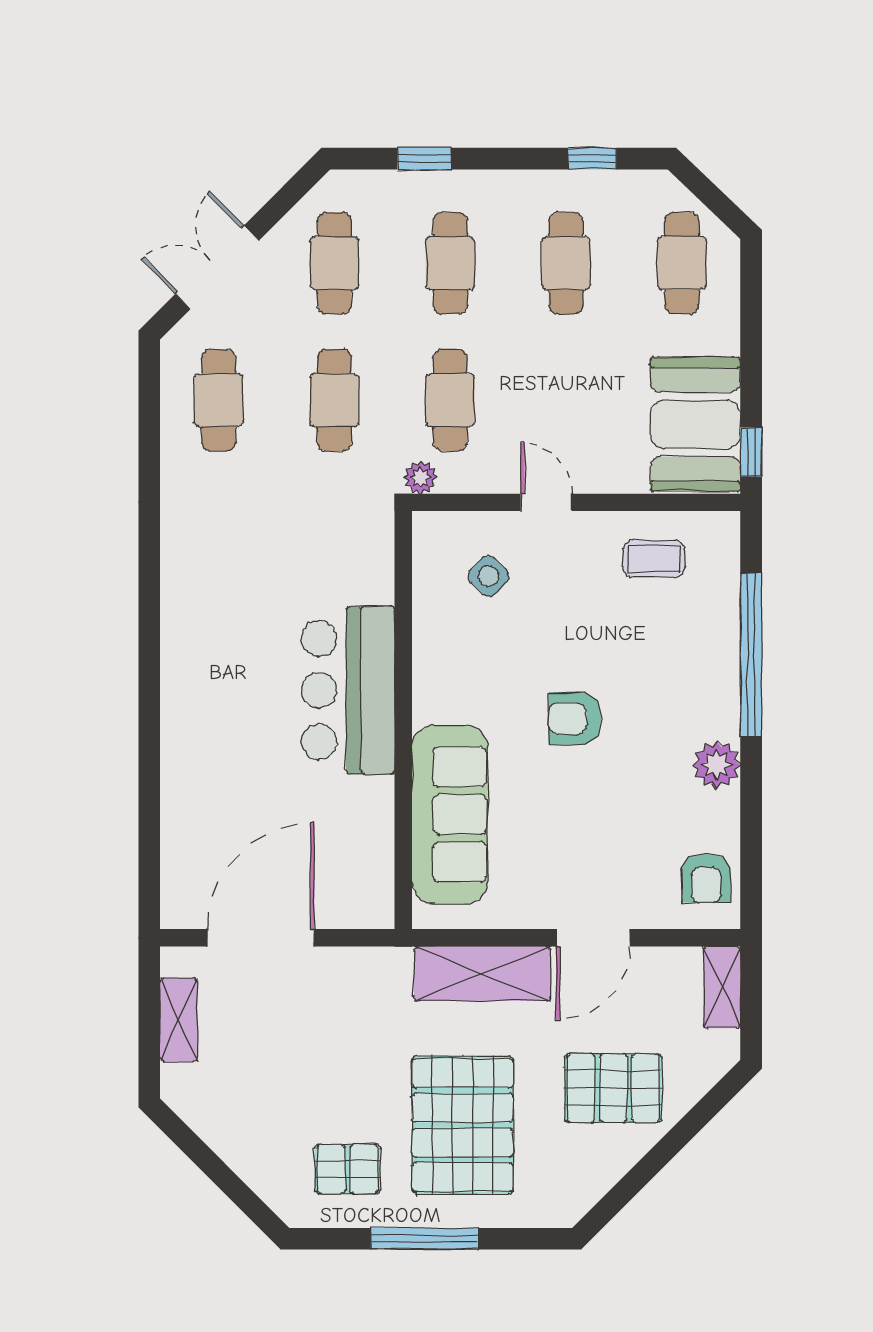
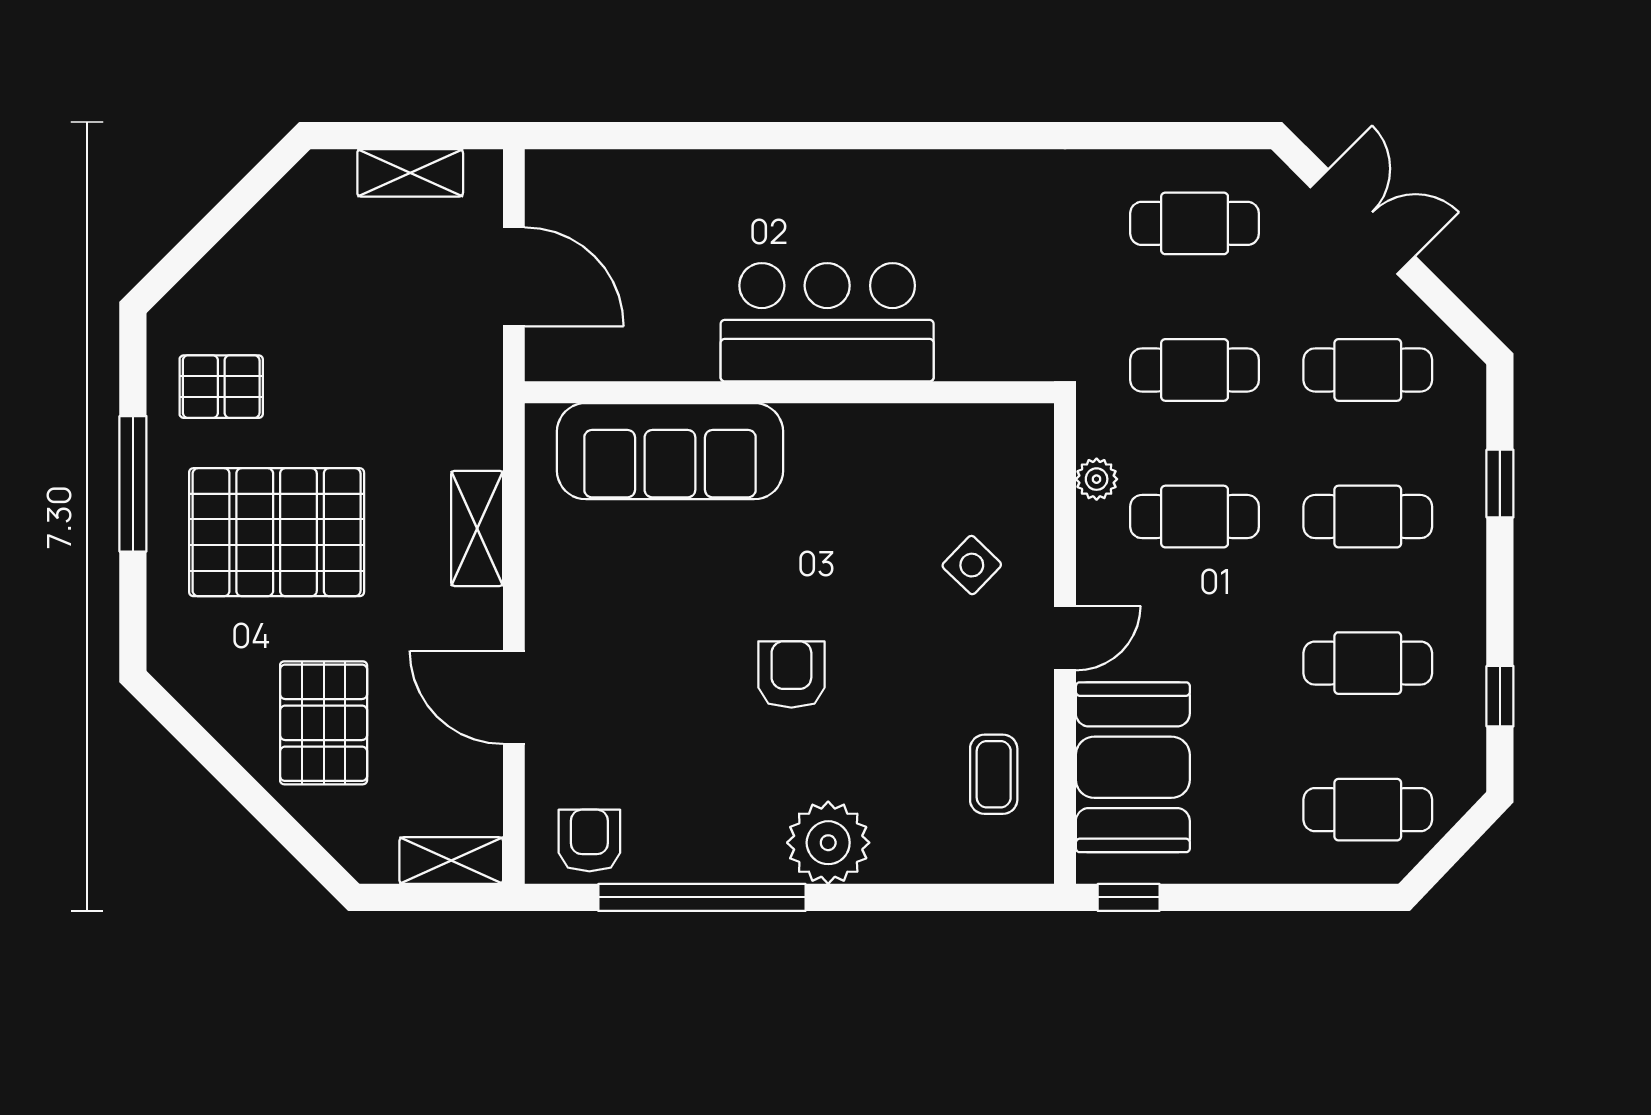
booth: (695, 424) -> (1133, 767), moved, turned 90
window: (751, 655) -> (702, 897), moved
bar counter: (348, 690) -> (827, 322), moved
wall: (403, 720) -> (789, 392), moved
plant: (717, 765) -> (828, 843), moved, width x1.36, depth x1.36
sofa: (450, 814) -> (670, 451), moved
armchair: (706, 878) -> (589, 841), turned 90
door: (261, 938) -> (514, 277), width x0.73
shelving: (482, 974) -> (477, 528), width x0.67, depth x0.75
pallet: (348, 1169) -> (221, 387), turned 90

